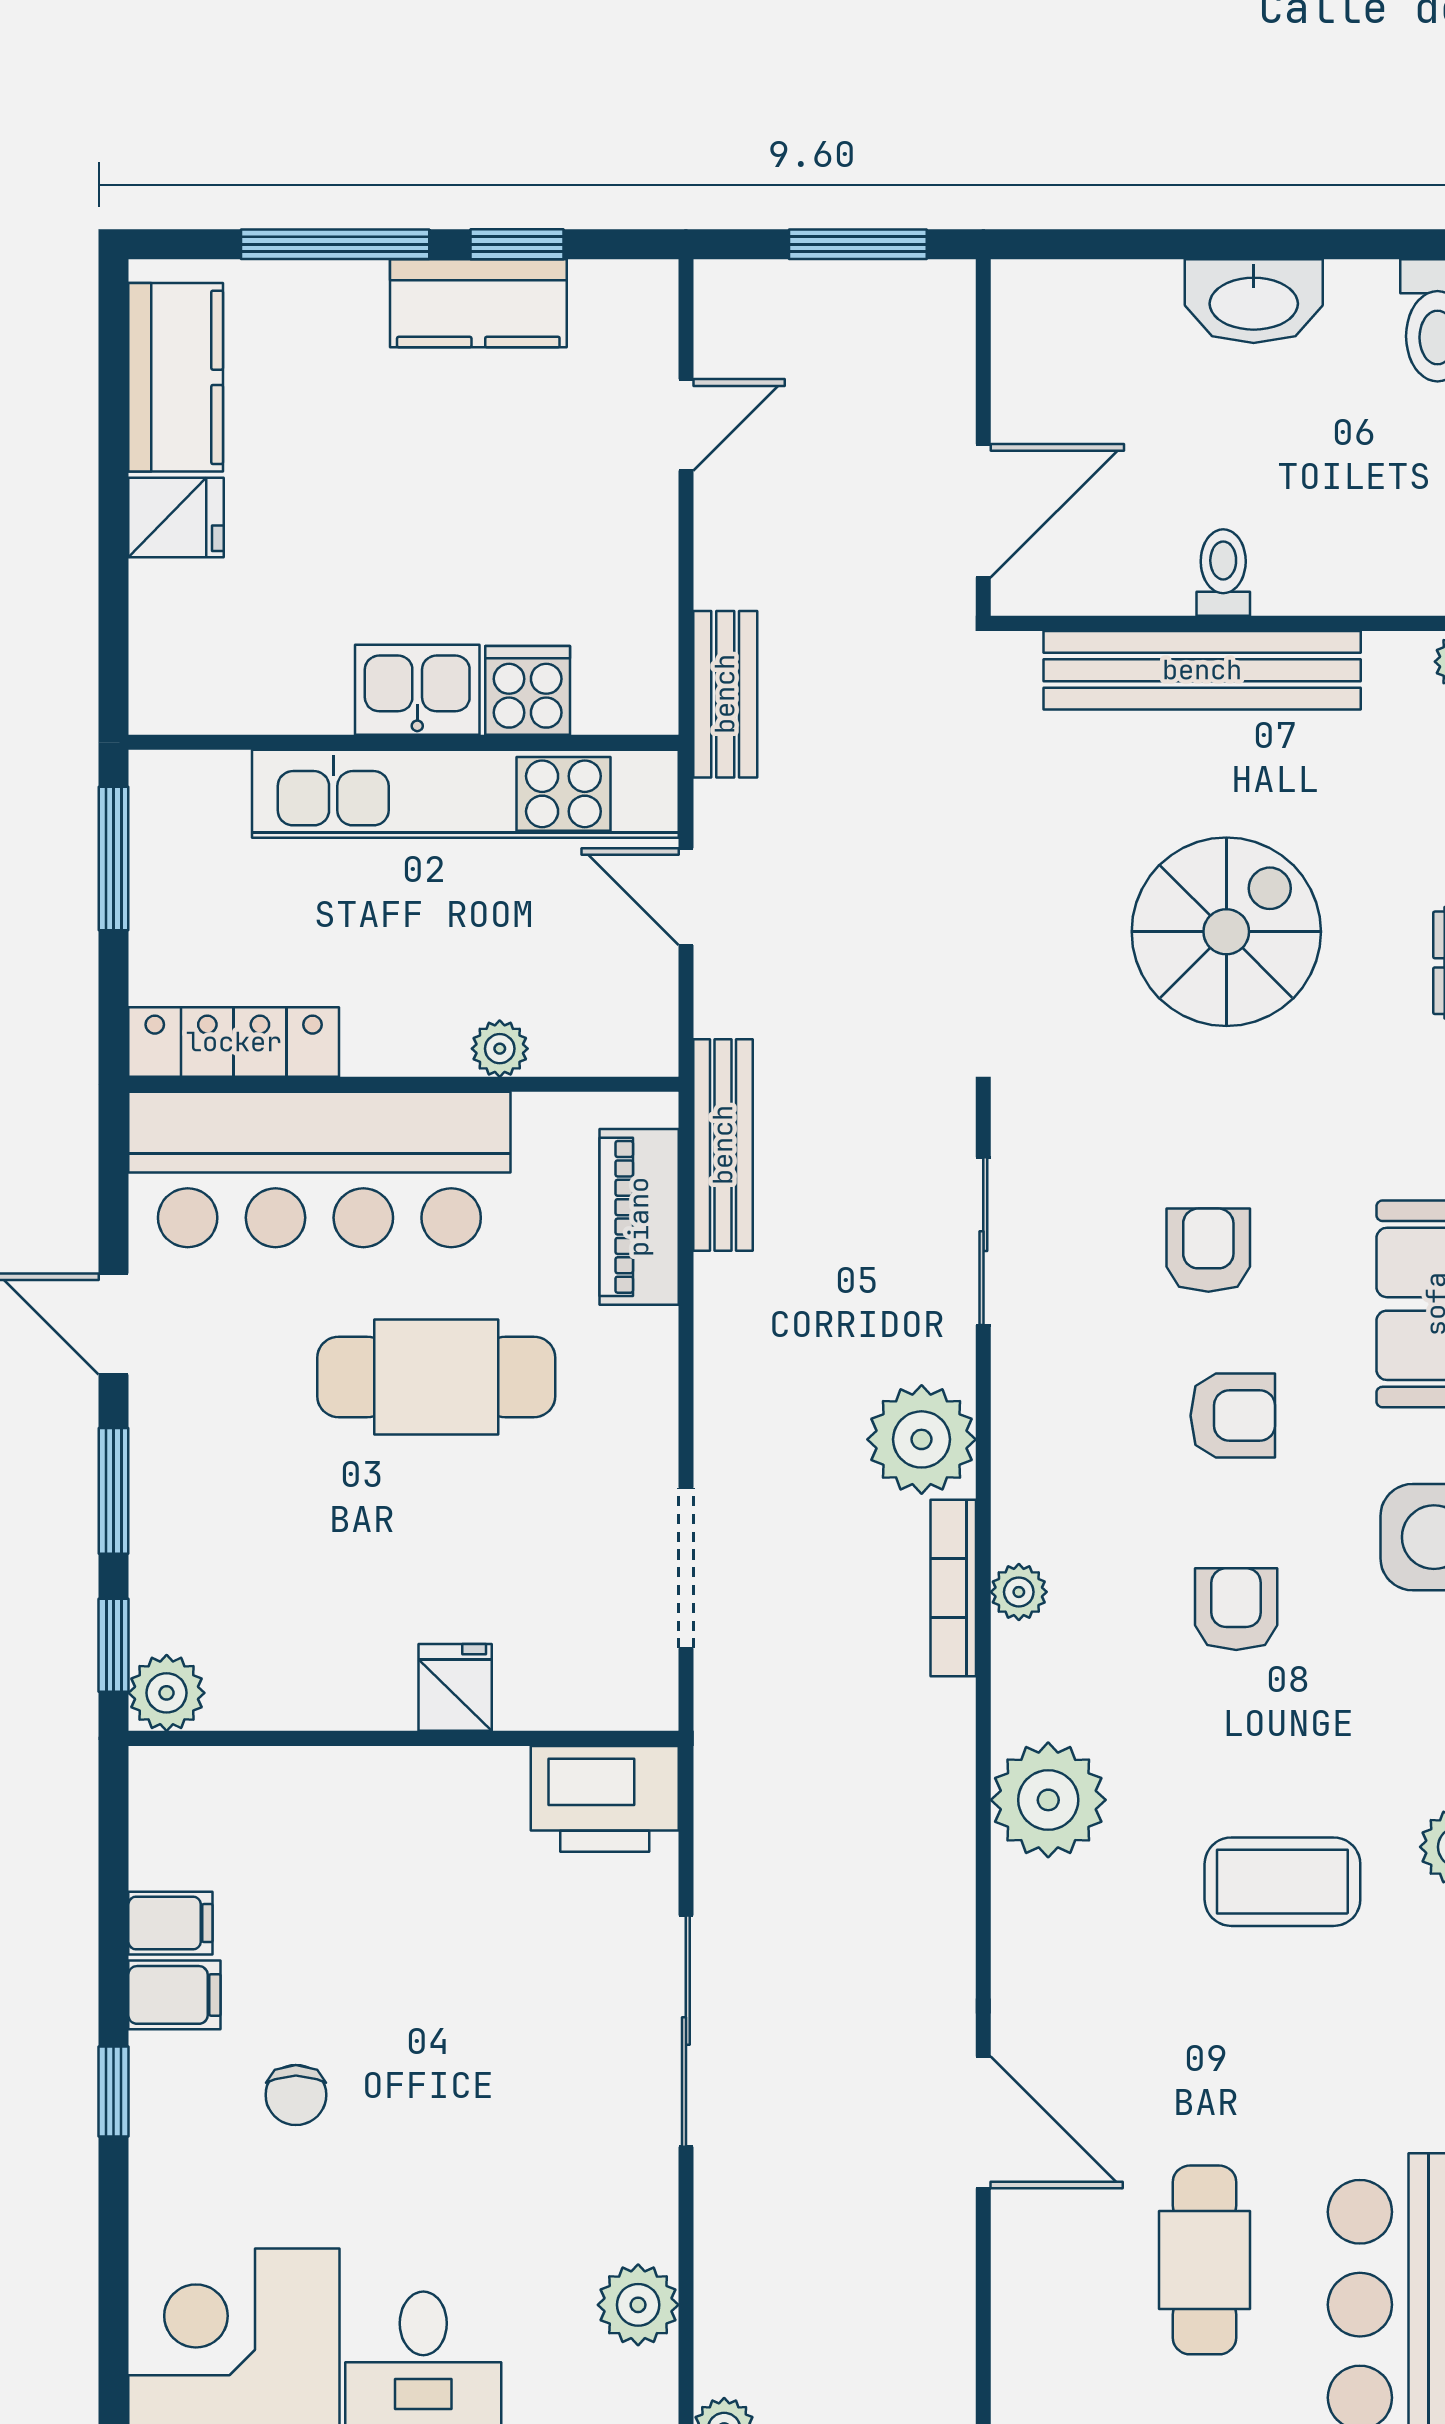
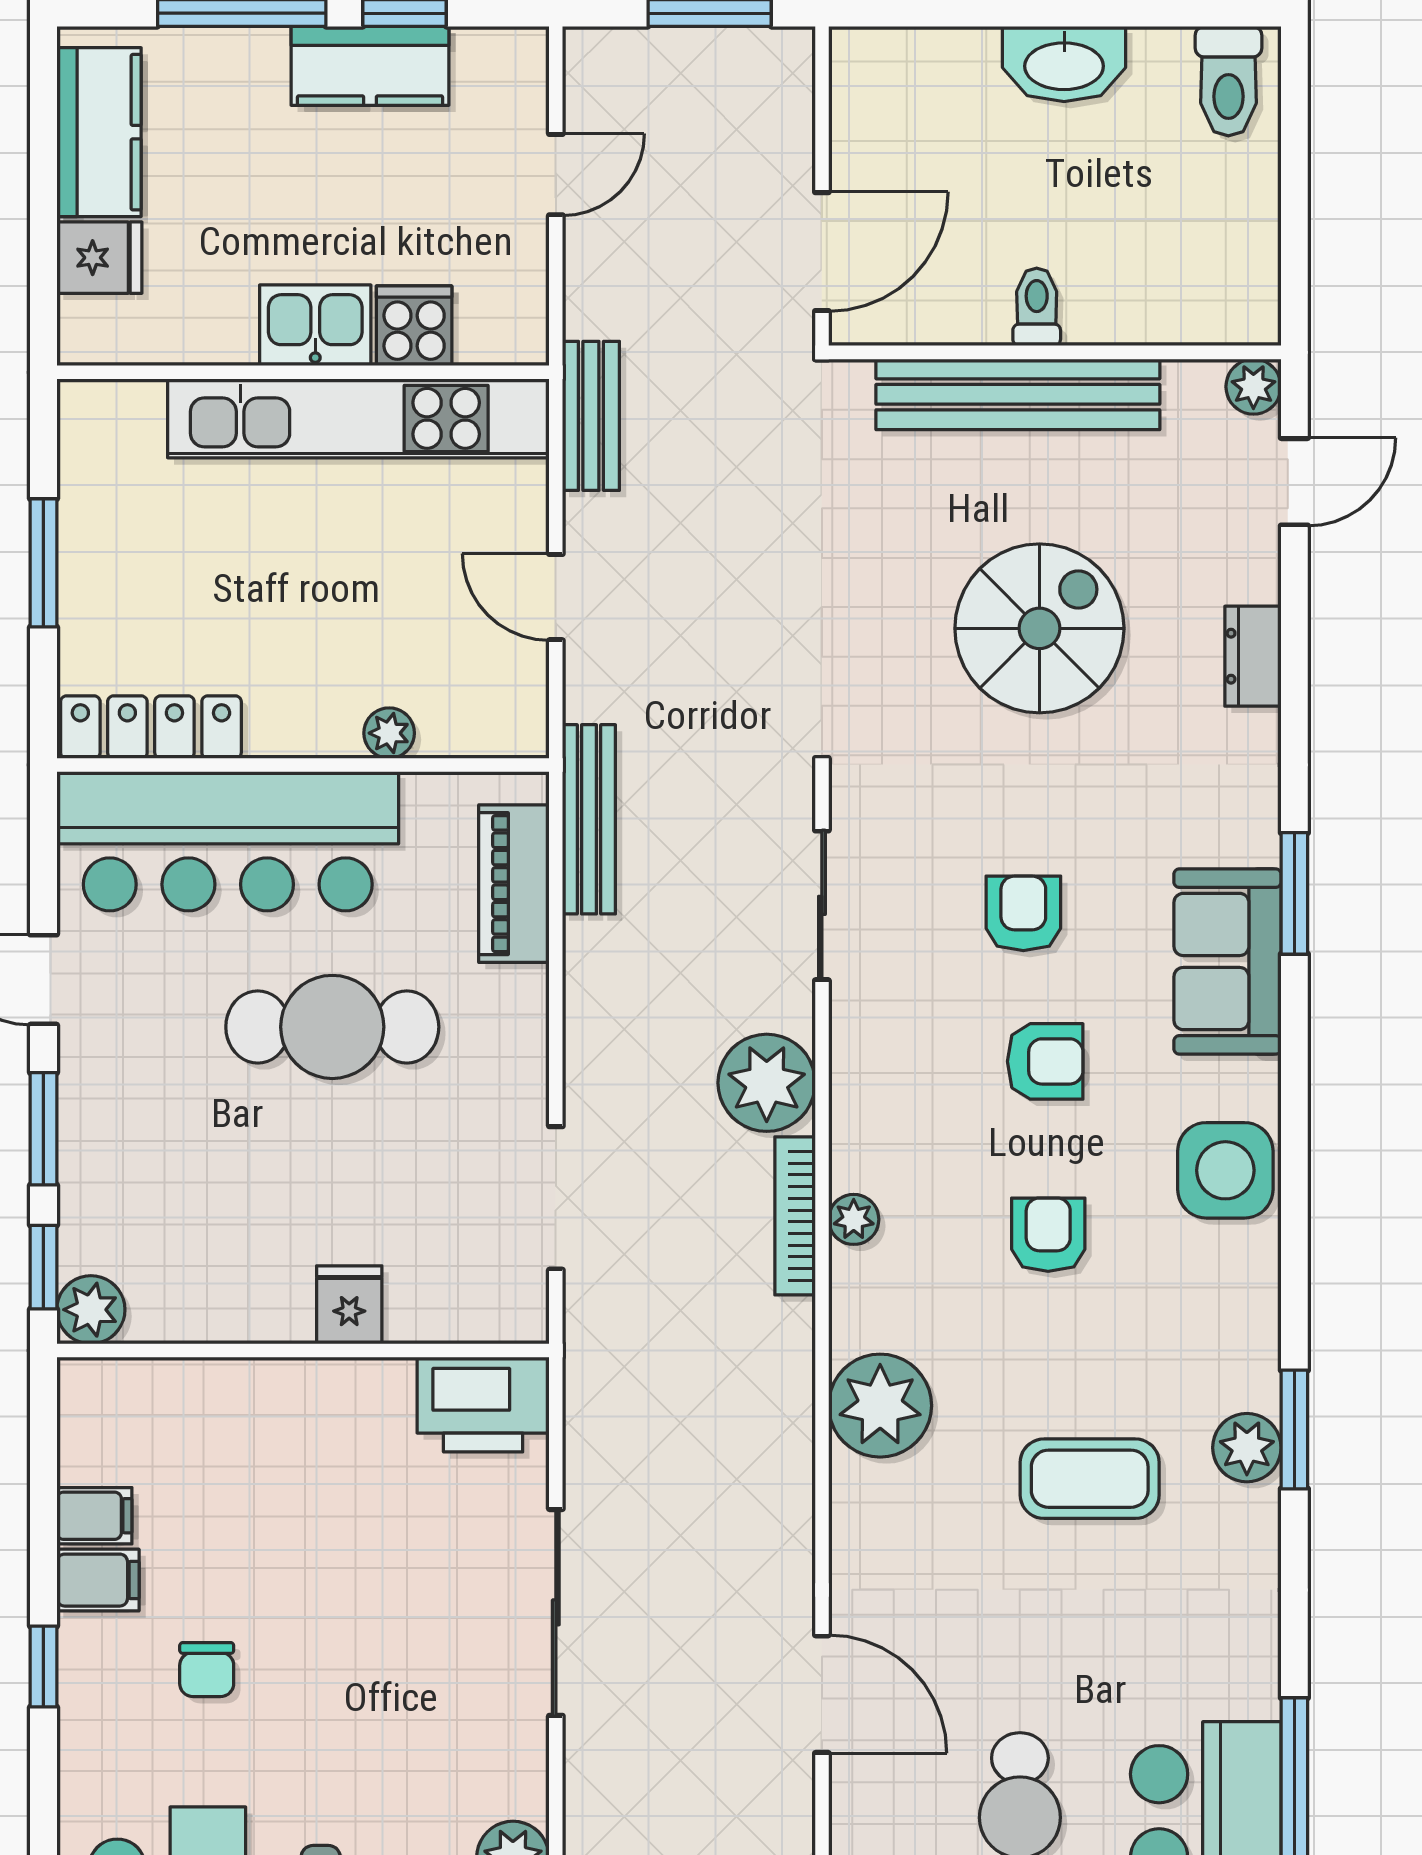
kitchen sink: (417, 690) -> (315, 325), moved
cooker: (528, 690) -> (414, 326), moved
wall: (403, 742) -> (303, 372), moved
kitchen unit: (465, 794) -> (358, 418), moved

